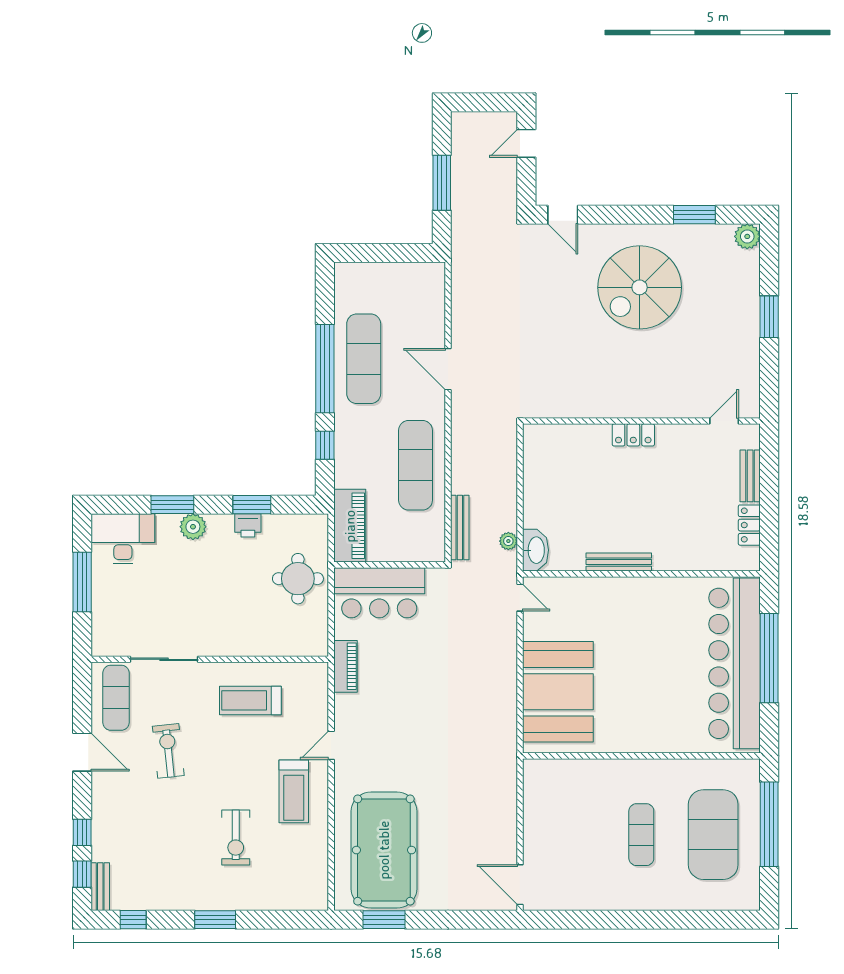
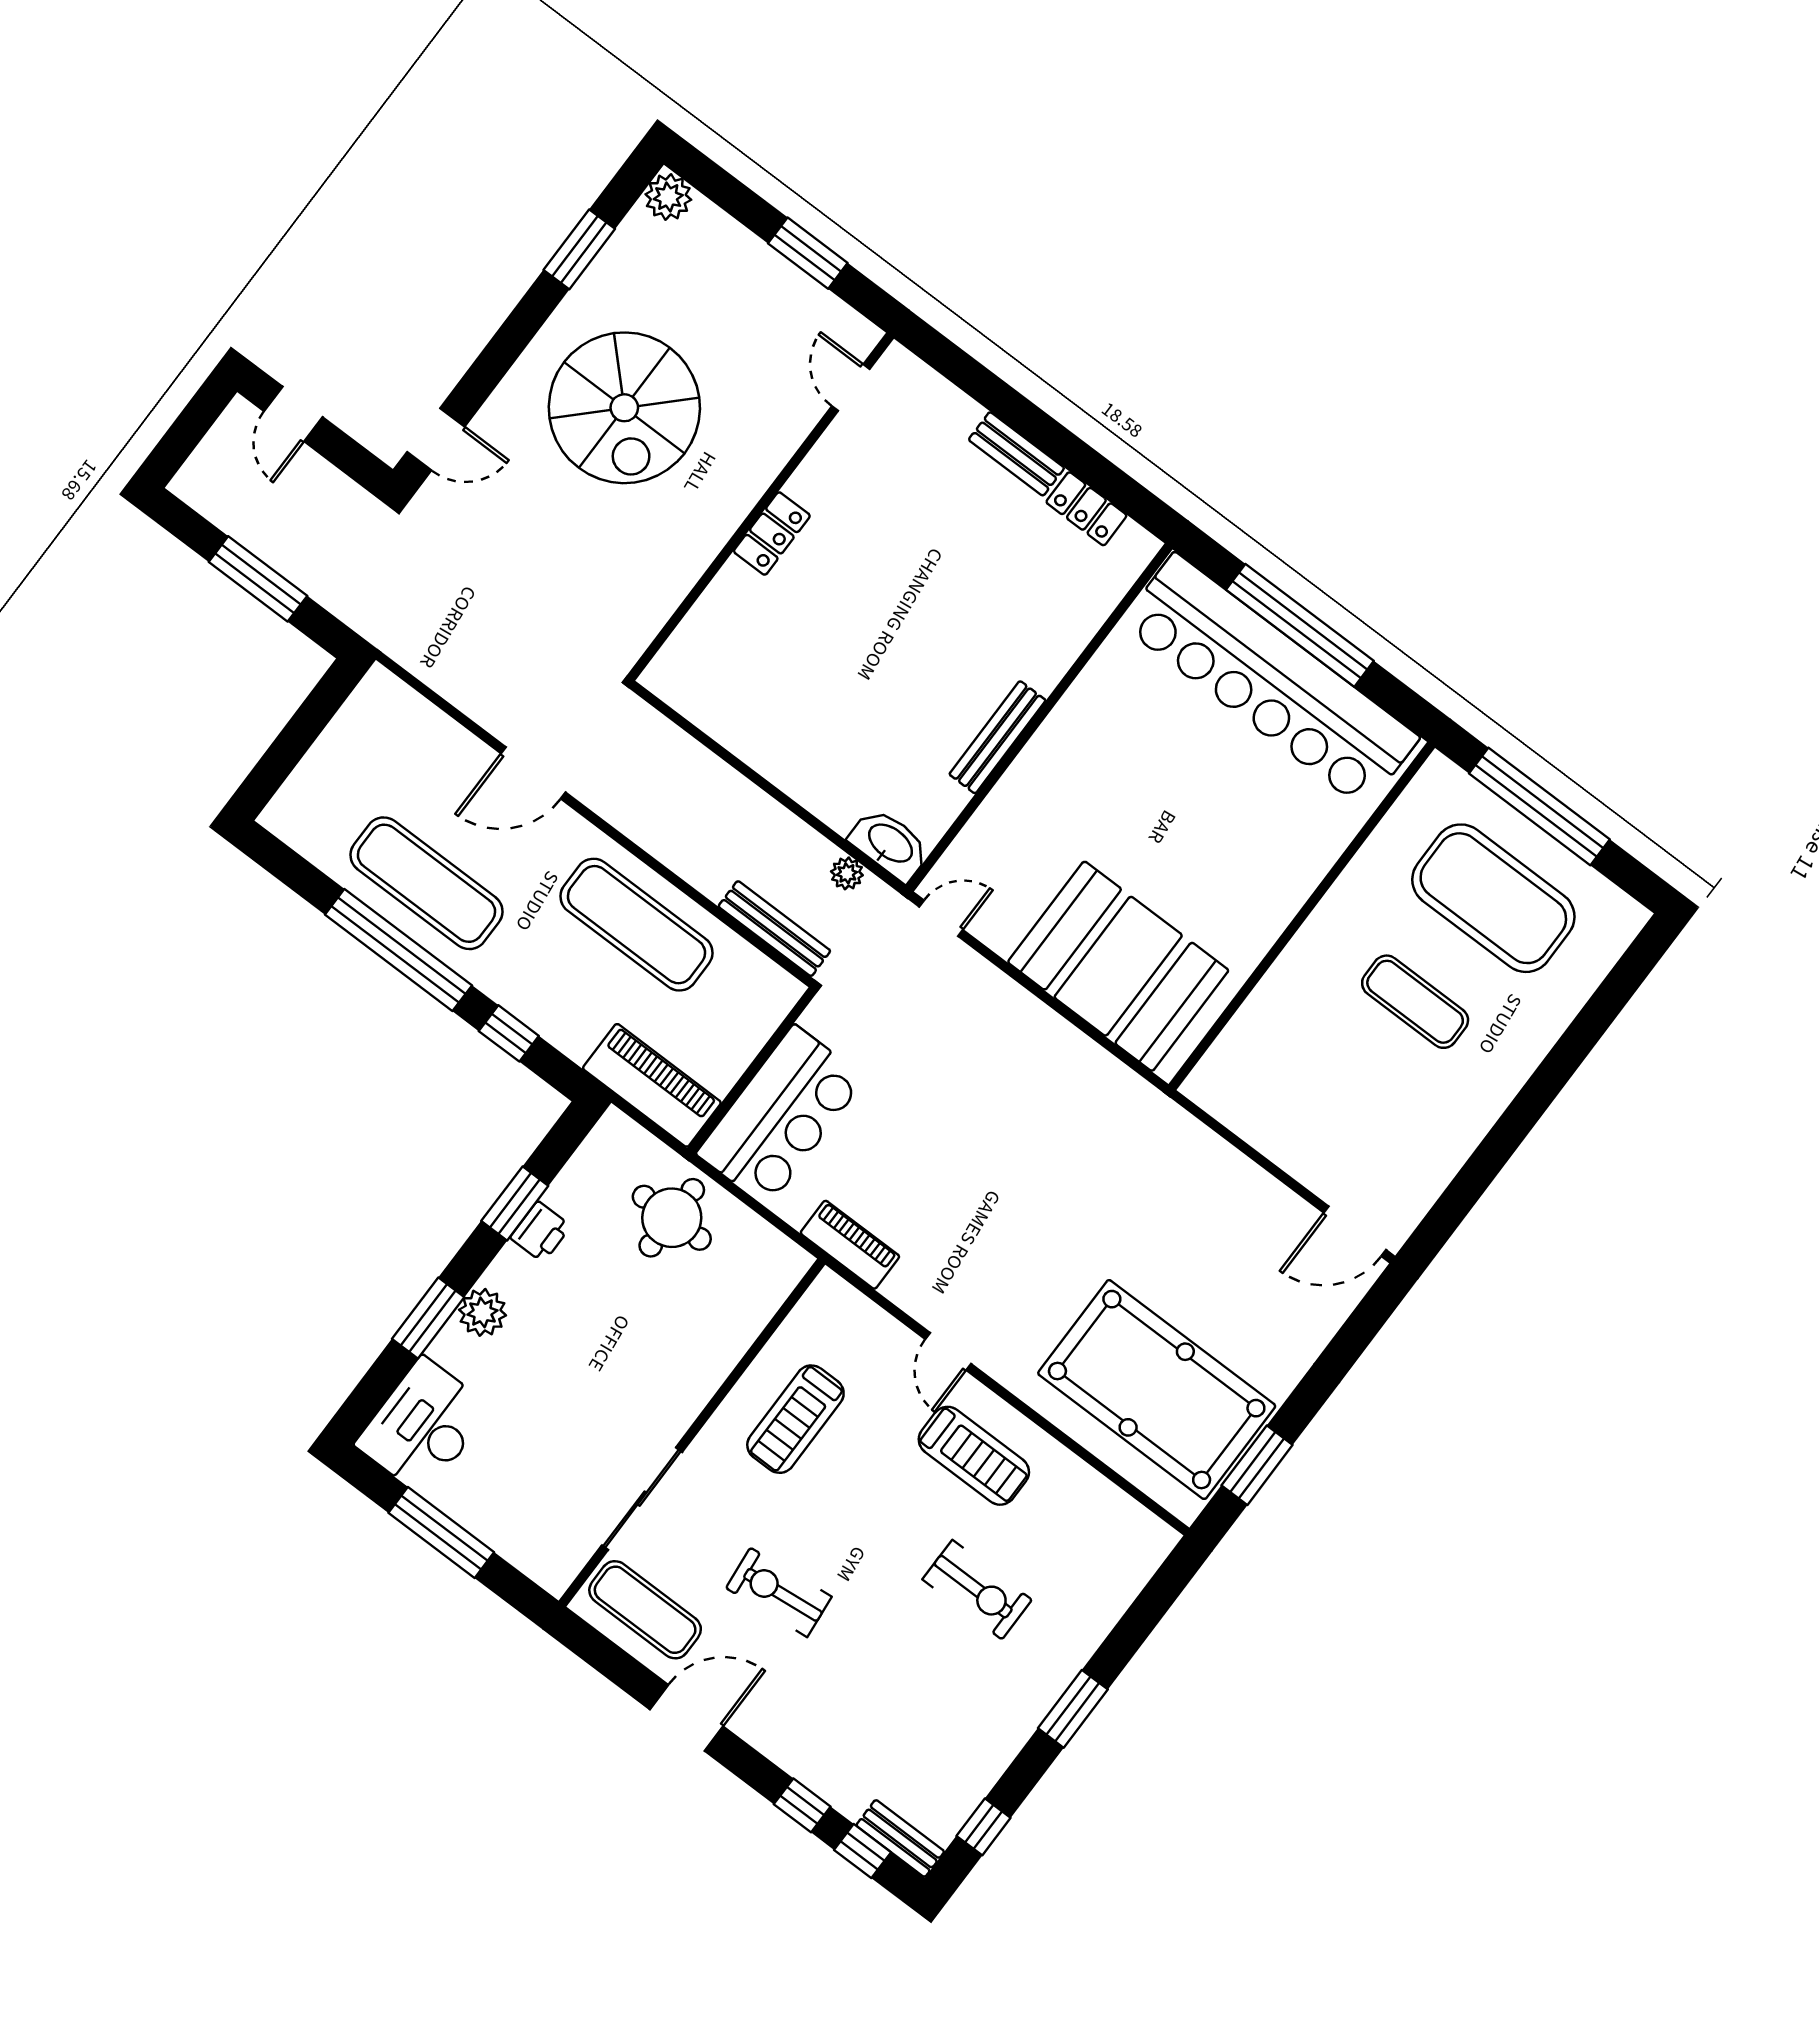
wall: (641, 421) -> (761, 507), moved
door: (724, 421) -> (851, 388), moved
locker: (633, 435) -> (772, 533), moved

